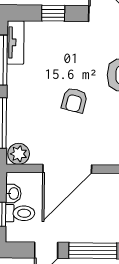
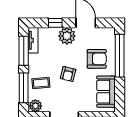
plant: (73, 36) -> (67, 36), added
coffee table: (28, 115) -> (41, 83), added

